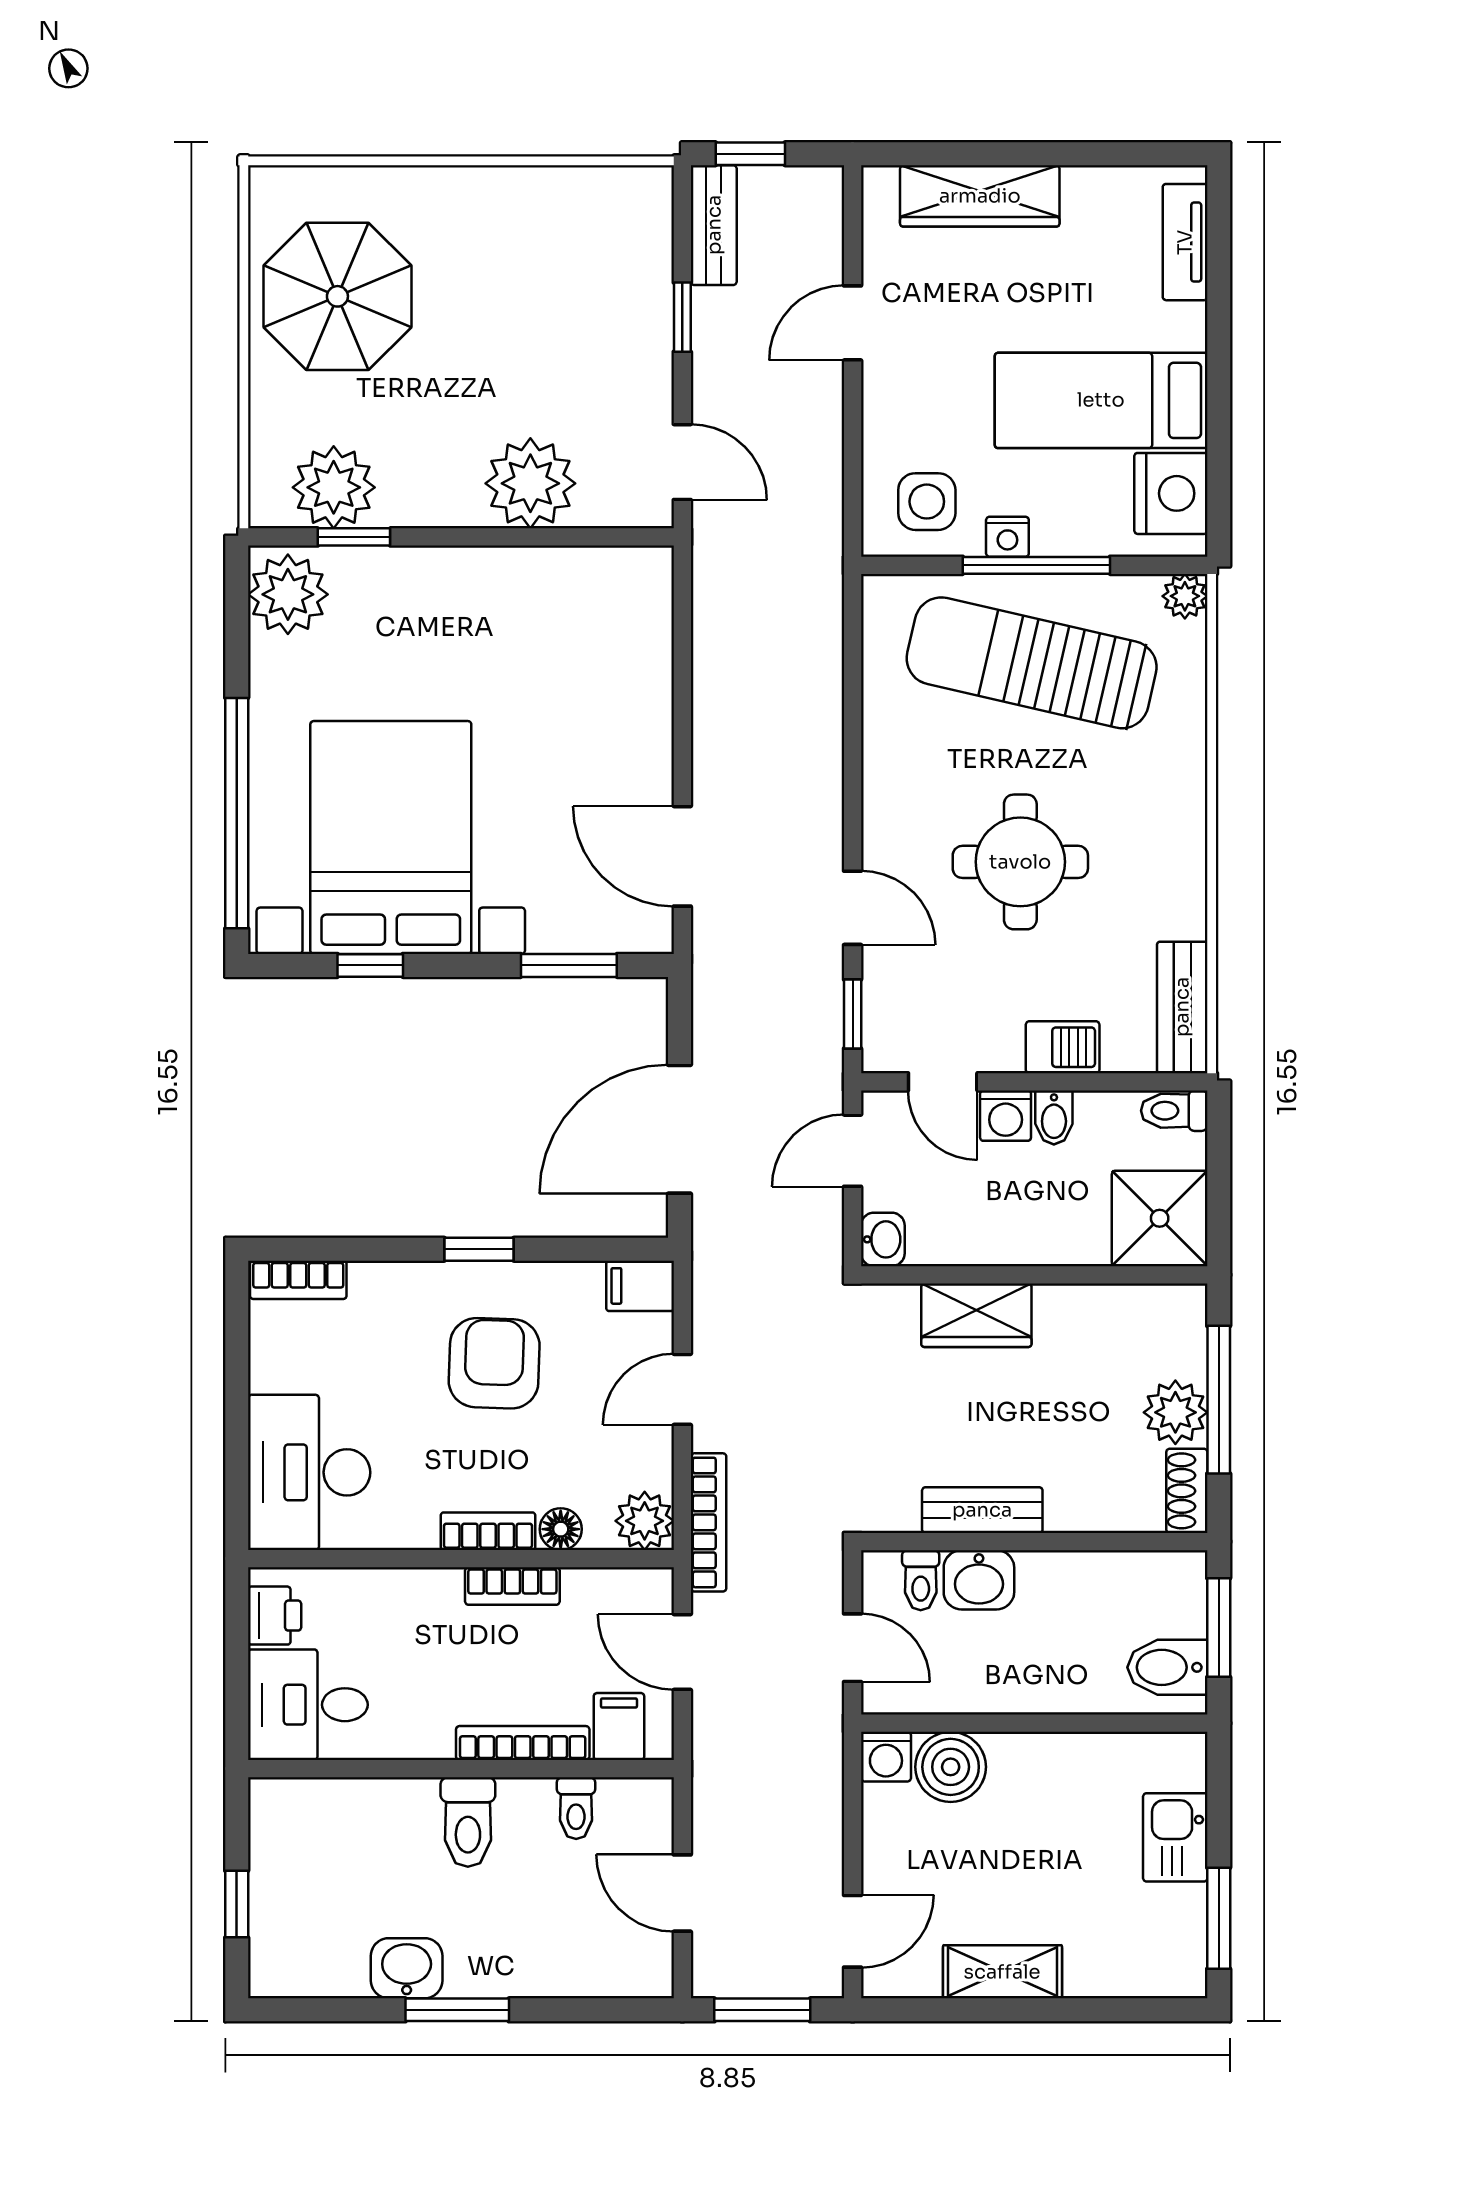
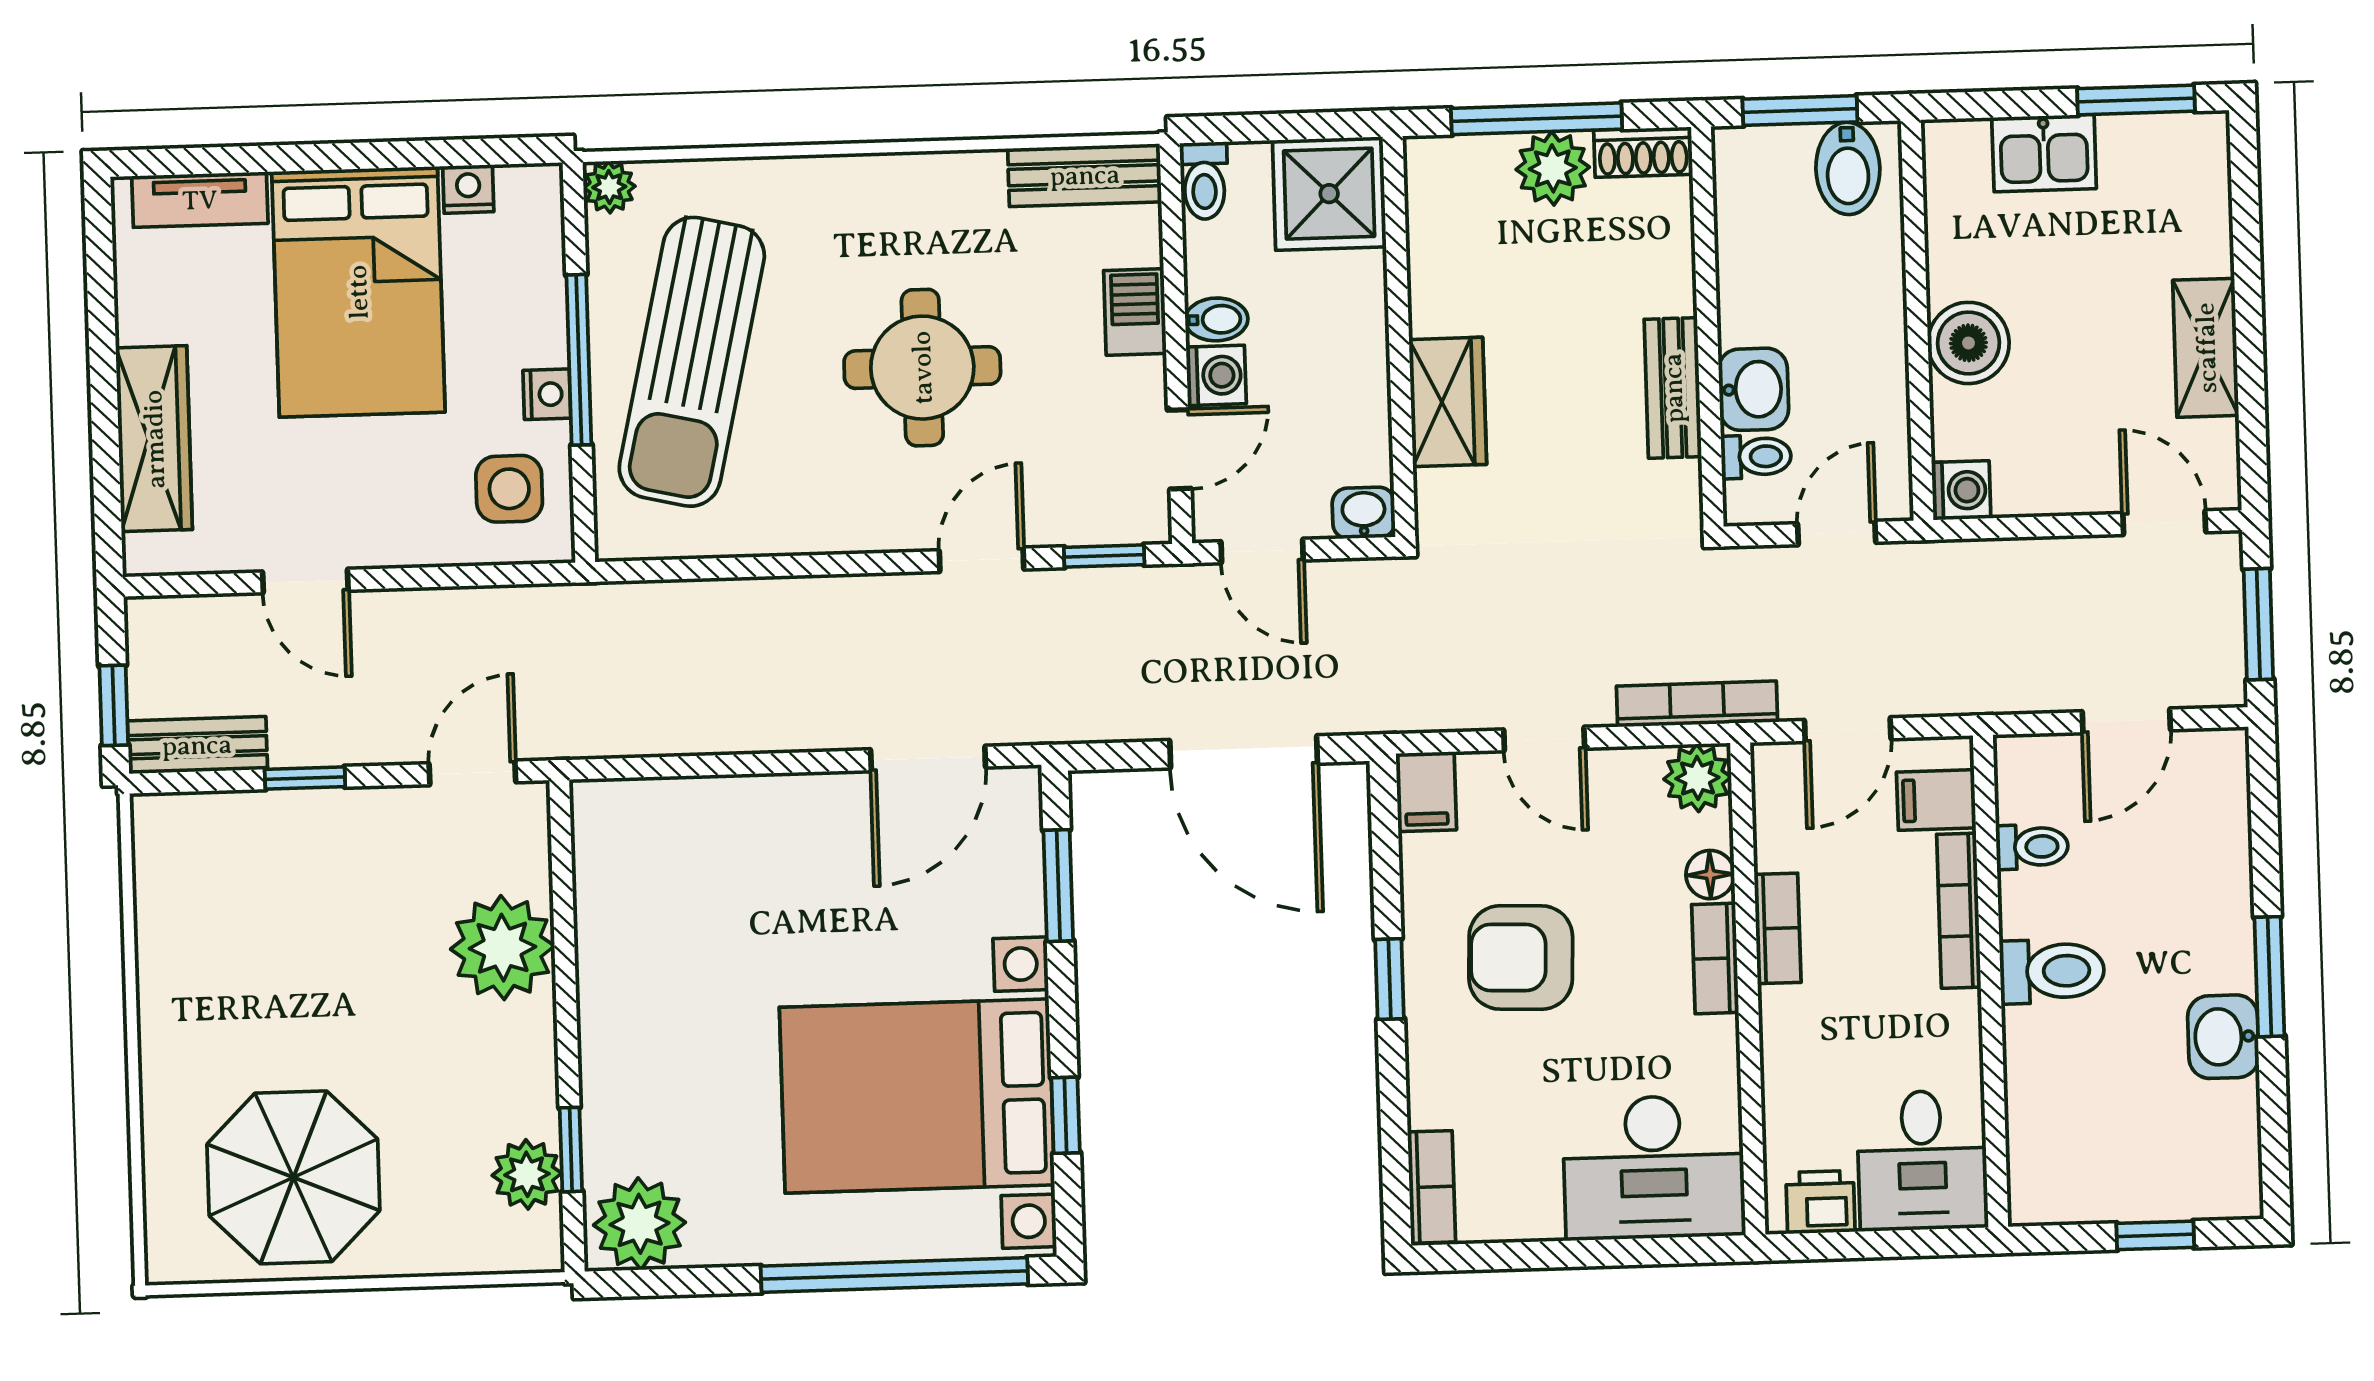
bed: (1101, 400) -> (358, 292), width x1.50
plant: (334, 487) -> (527, 1174), width x0.73, depth x0.73
nightstand: (1171, 493) -> (468, 189), width x0.53, depth x0.56
boiler: (951, 1767) -> (1968, 343), moved

